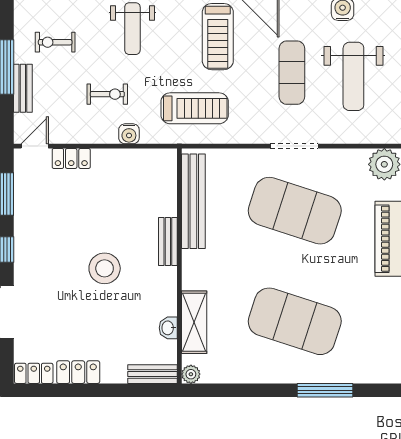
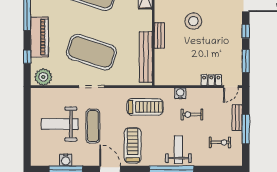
weight bench: (353, 76) -> (60, 124), turned -90
treadmill: (195, 108) -> (145, 107), turned 180

